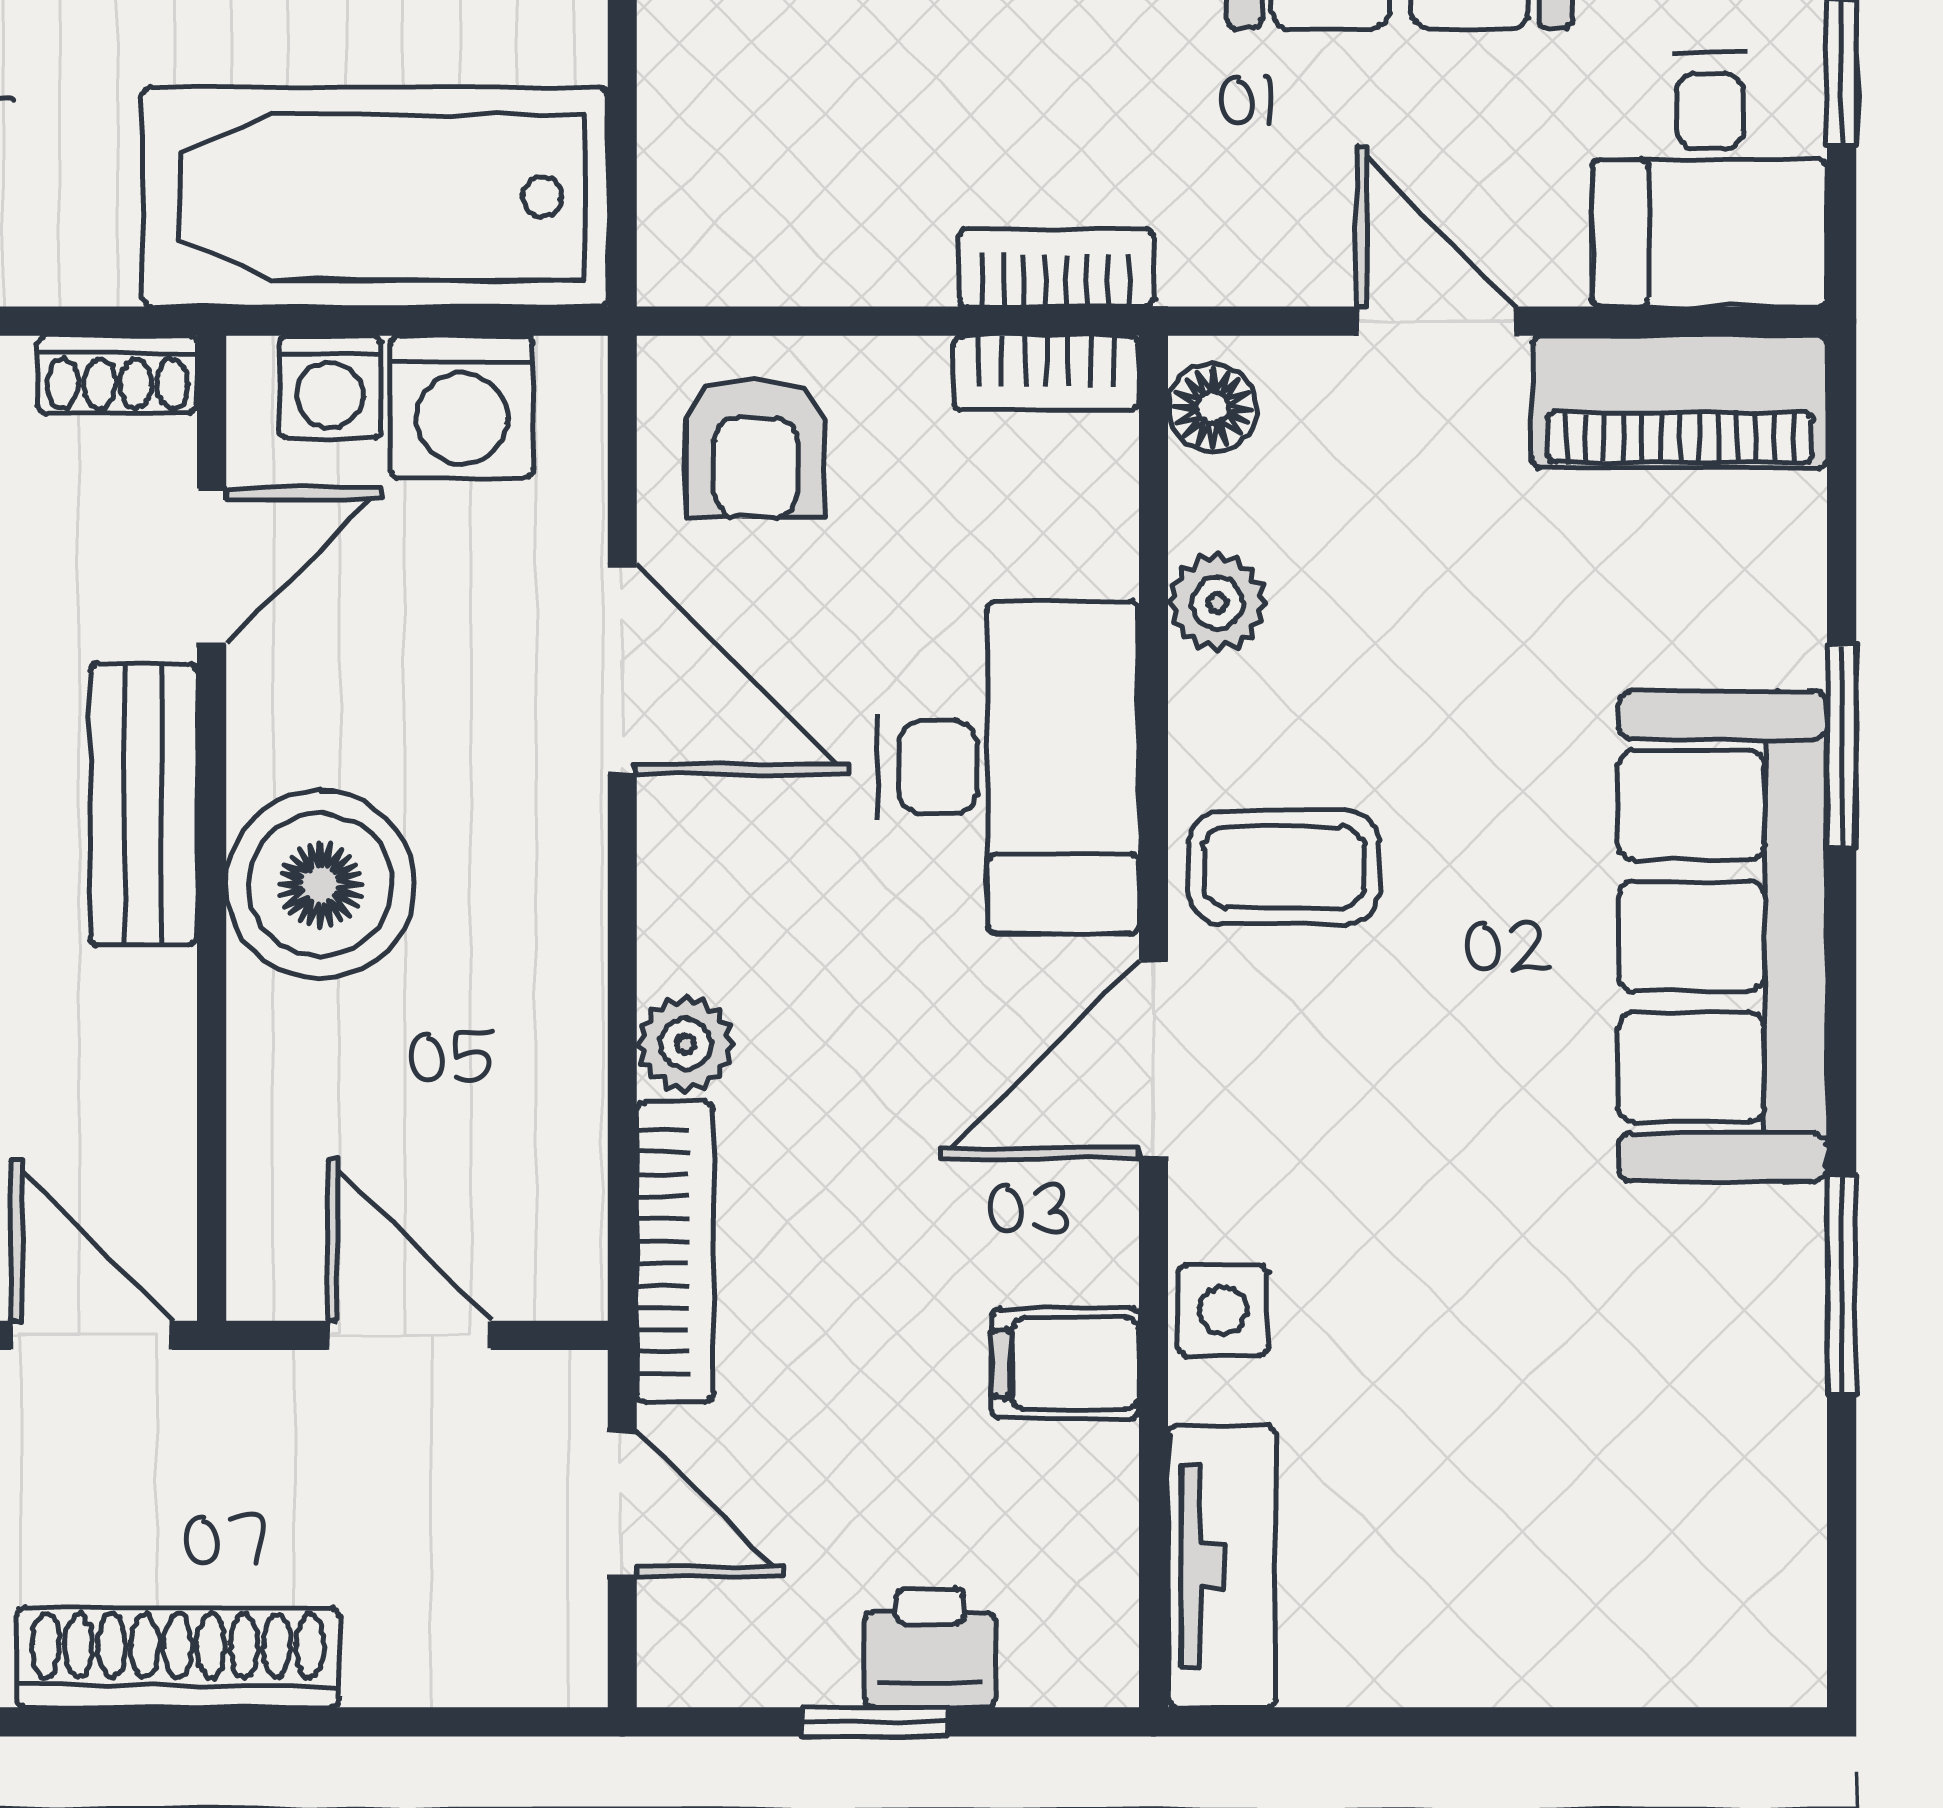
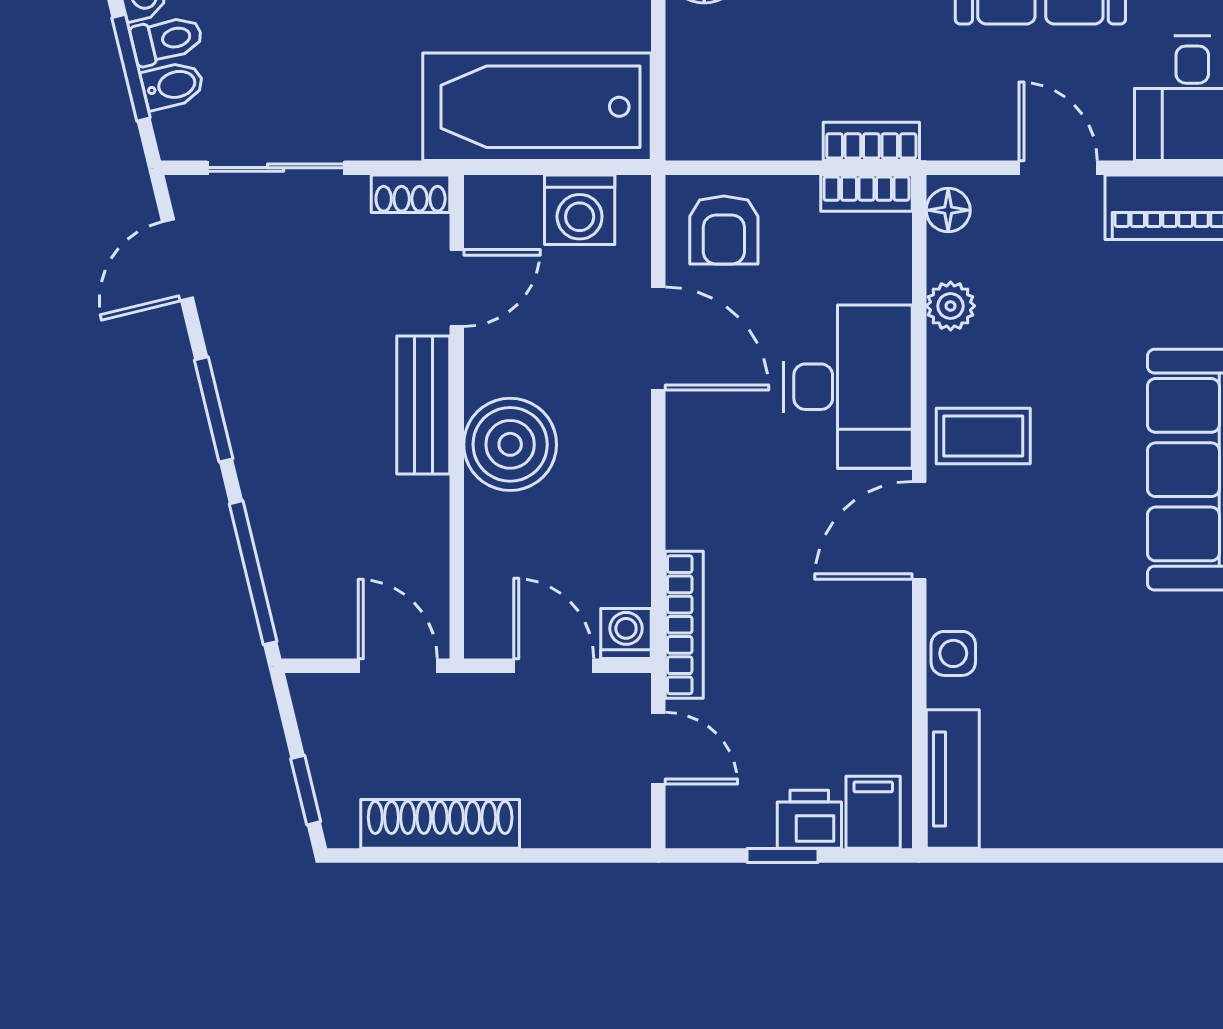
washing machine: (330, 387) -> (626, 633), moved, turned 180
plant: (685, 1044) -> (689, 523), removed
filing cabinet: (1065, 1363) -> (873, 812), moved, turned 90

